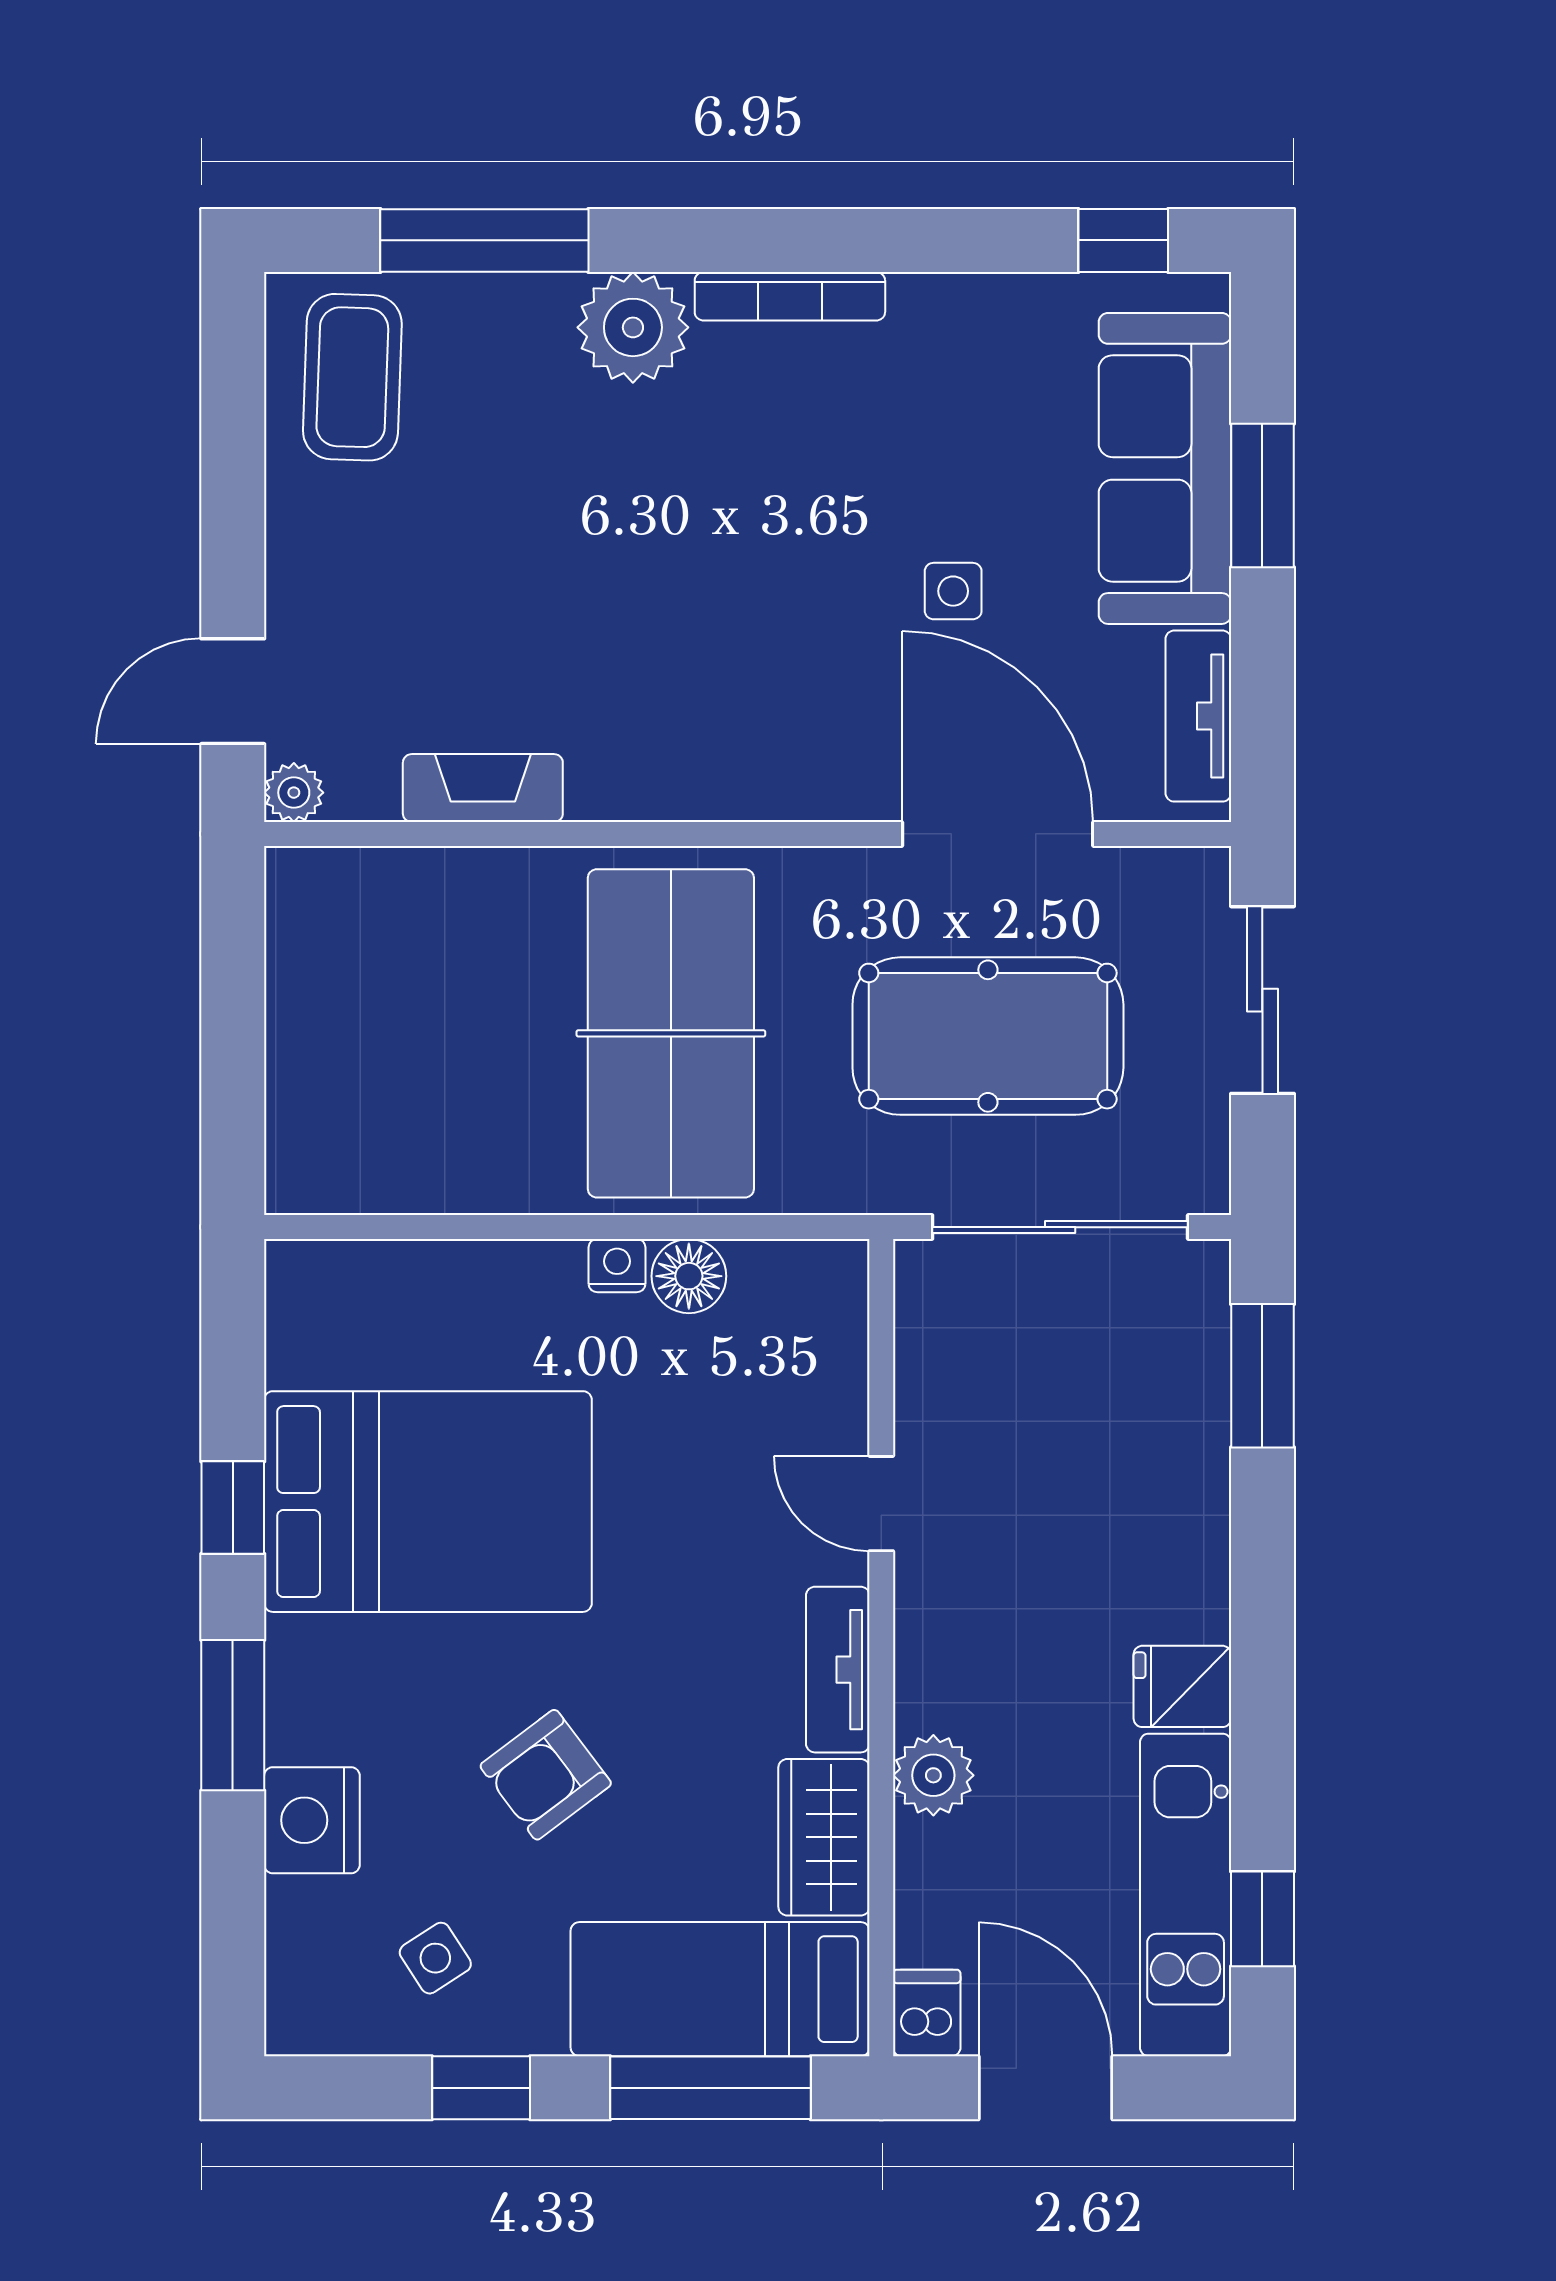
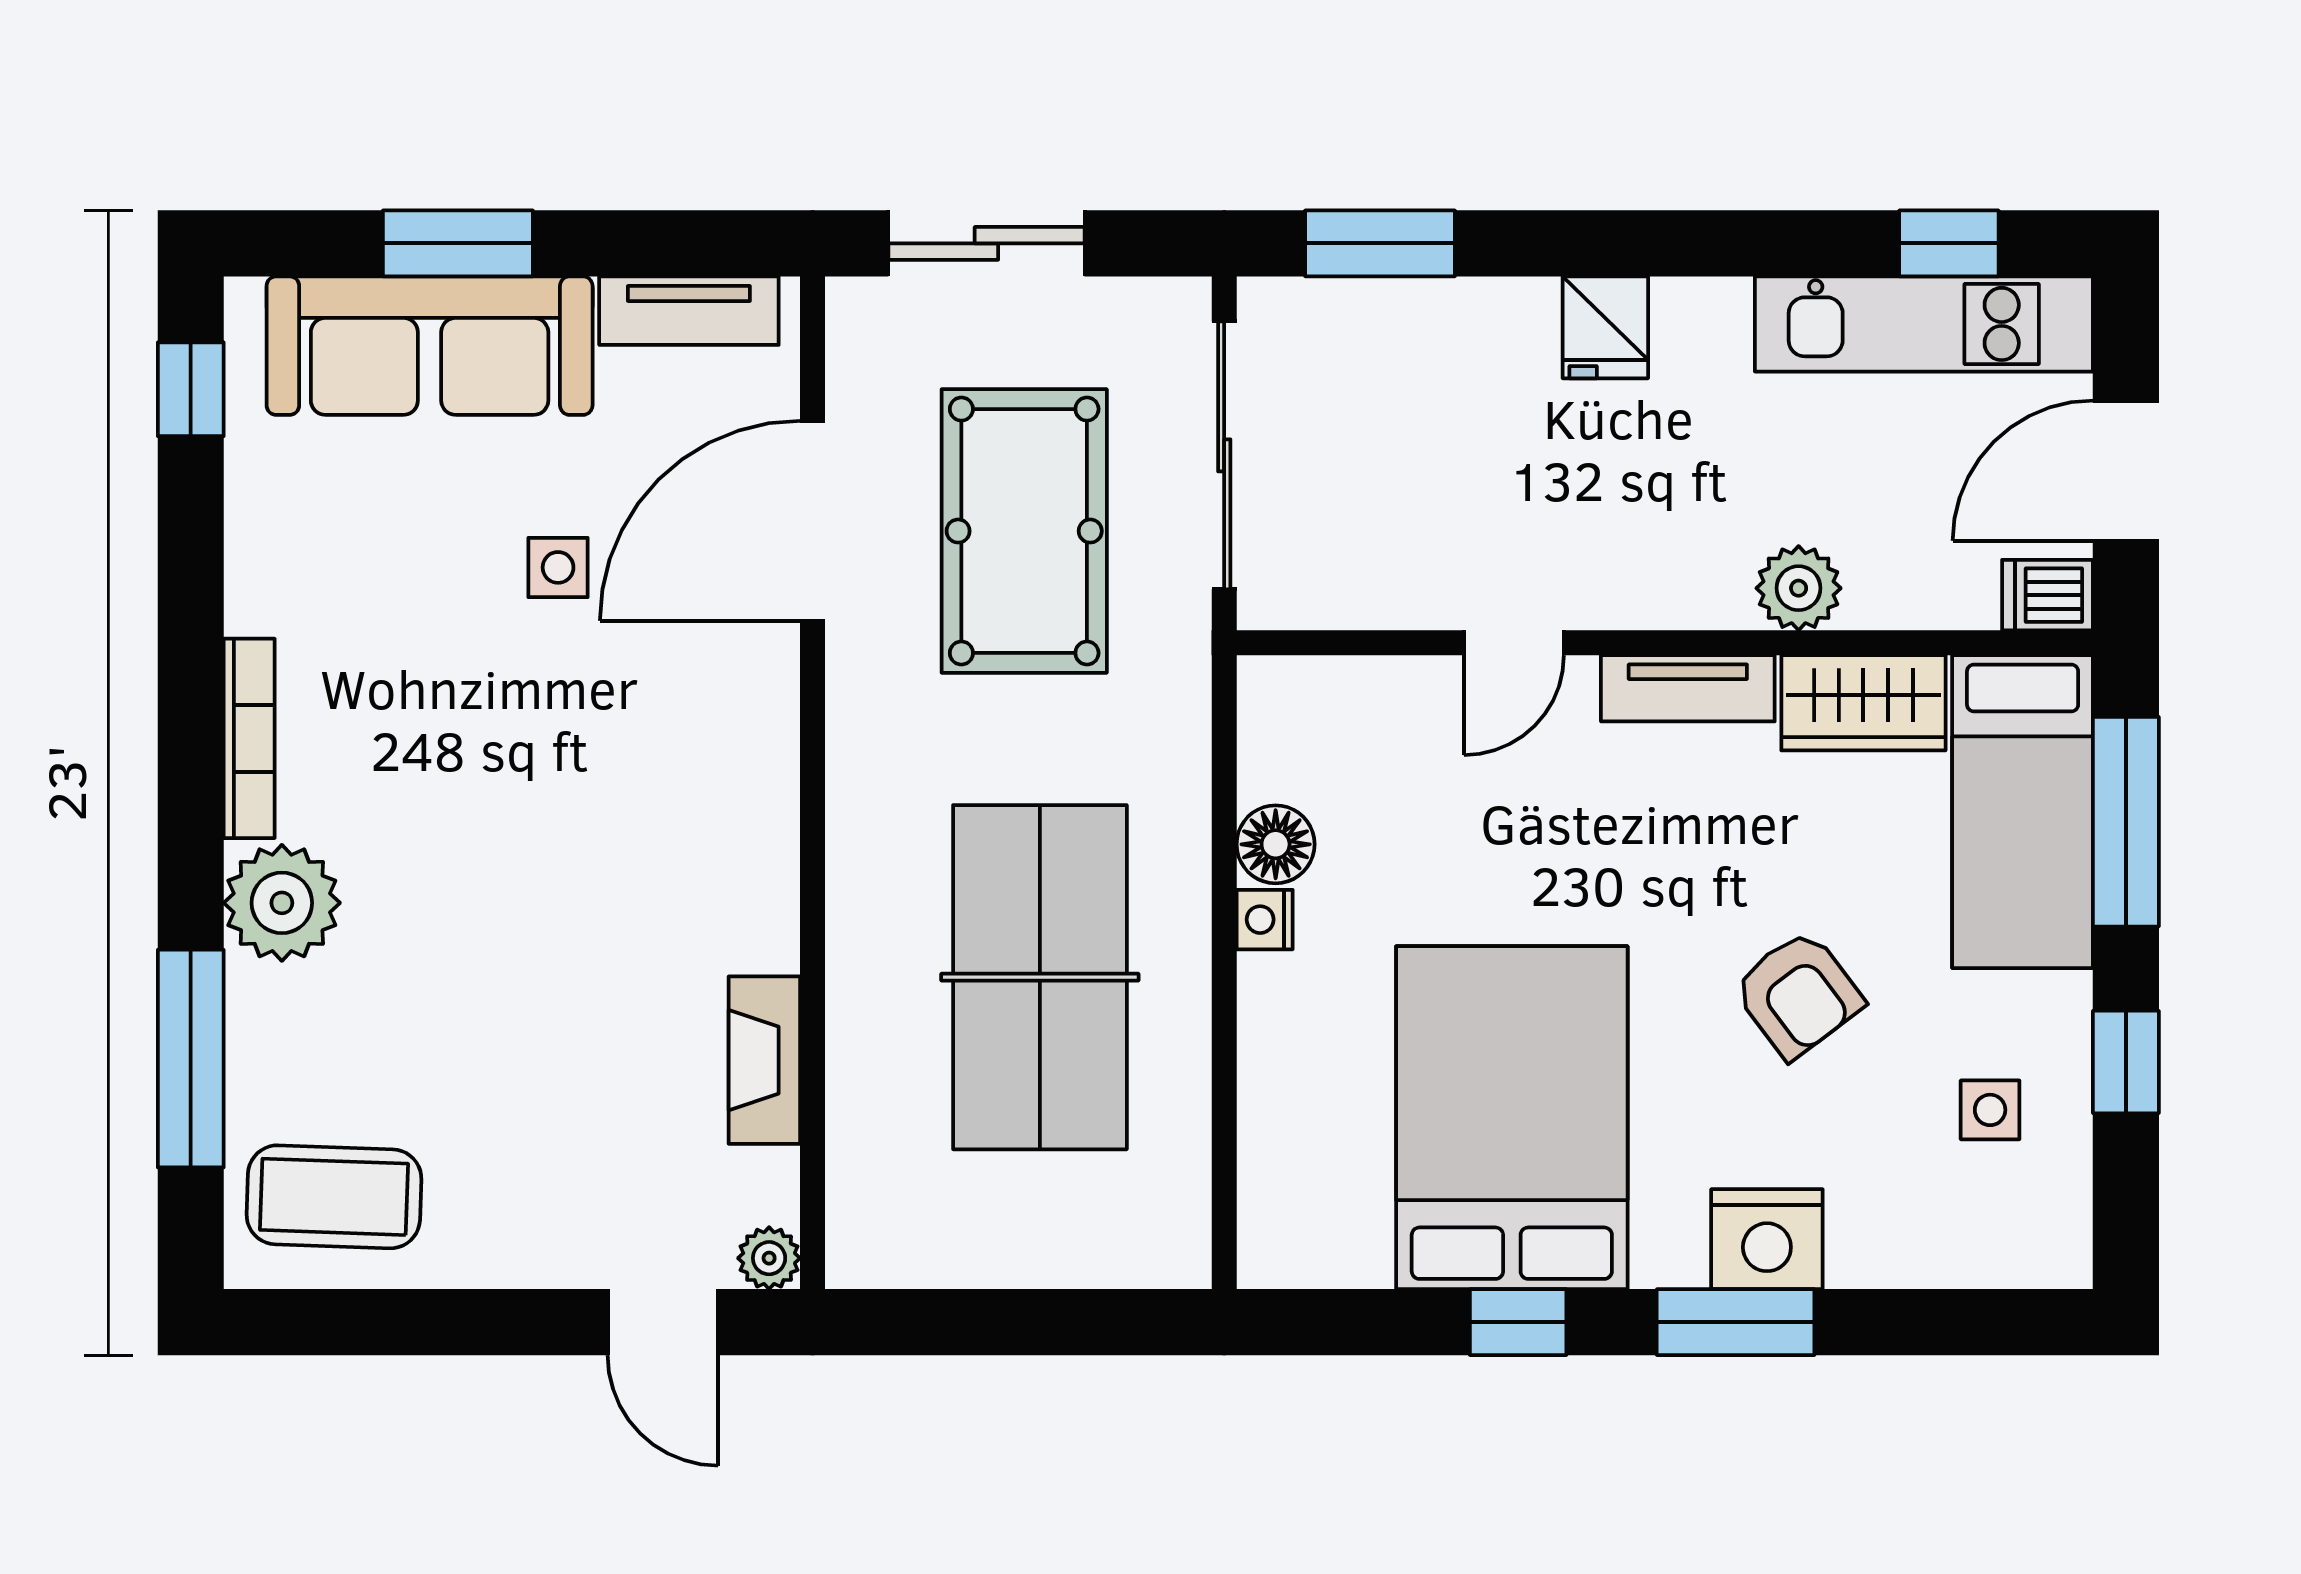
table tennis table: (671, 1033) -> (1040, 977), moved, turned 90
fridge: (1182, 1686) -> (1605, 327), moved
nightstand: (312, 1820) -> (1767, 1239), moved
side table: (435, 1958) -> (1990, 1110), turned 33

